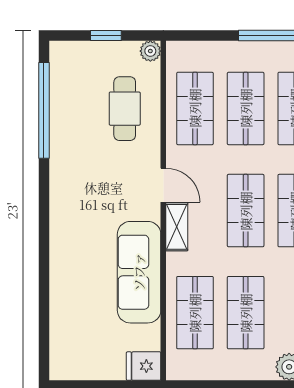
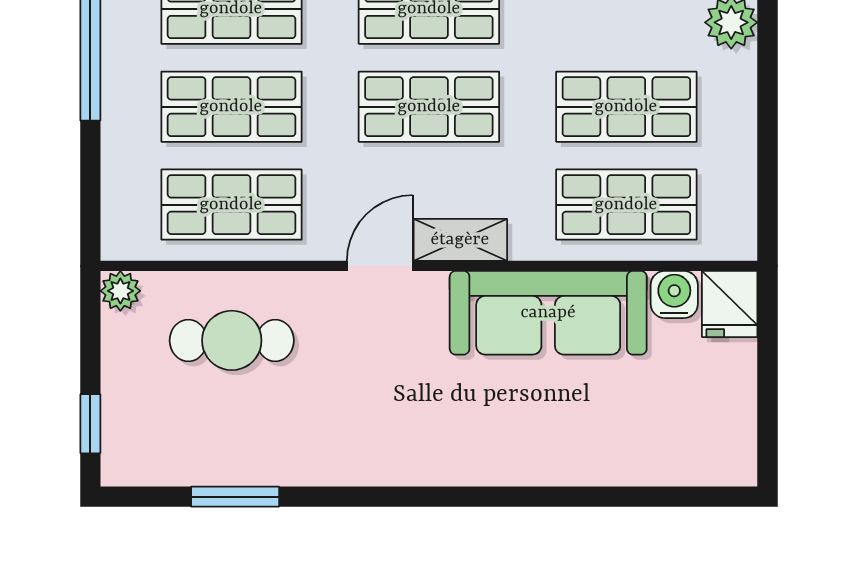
window: (106, 35) -> (90, 424), moved
window: (44, 110) -> (235, 497), width x0.47
water cooler: (148, 337) -> (674, 294), added

